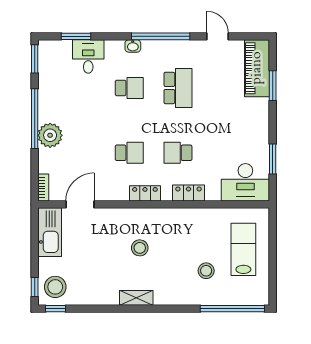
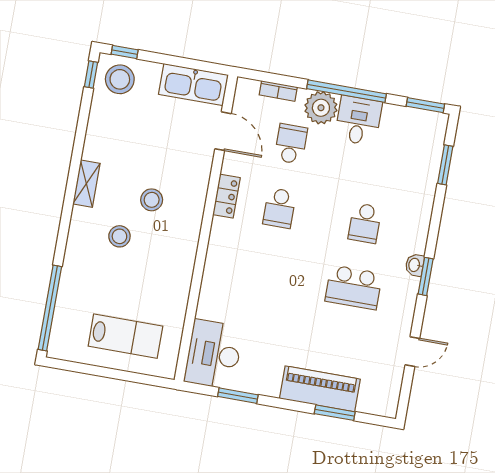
window: (161, 36) -> (426, 276), width x0.47
washbasin: (133, 46) -> (415, 265), moved
desk: (88, 56) -> (358, 121), moved, turned -90
piano: (257, 68) -> (320, 389), moved
school desk: (178, 153) -> (291, 144), moved
bookcase: (43, 187) -> (278, 91), moved
locker: (145, 193) -> (226, 196), moved
locker: (189, 193) -> (213, 277), removed
stool: (206, 271) -> (119, 236), moved

